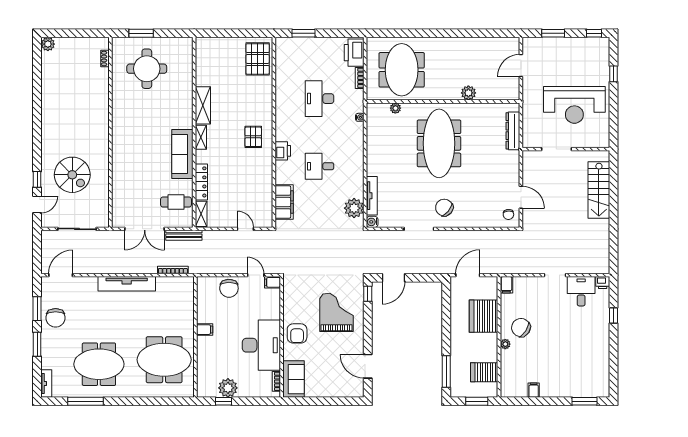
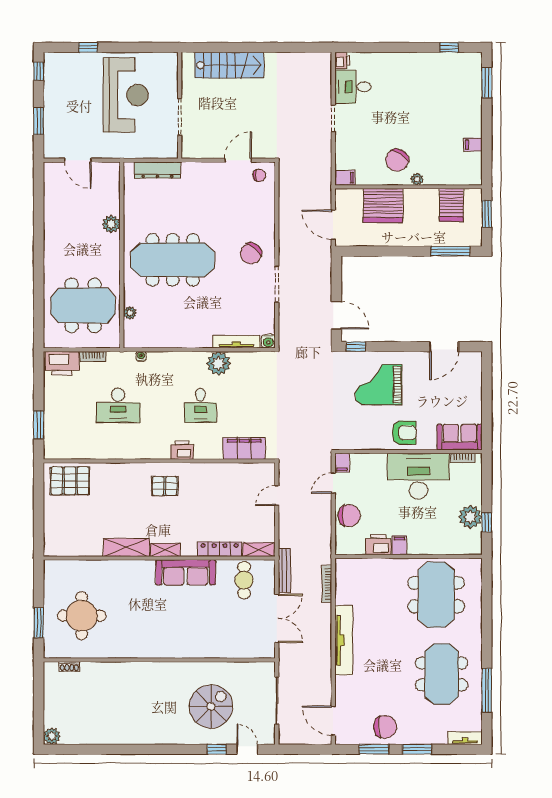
plant: (354, 208) -> (219, 363), moved
printer: (205, 312) -> (378, 545), added
window: (613, 316) -> (449, 47), moved

